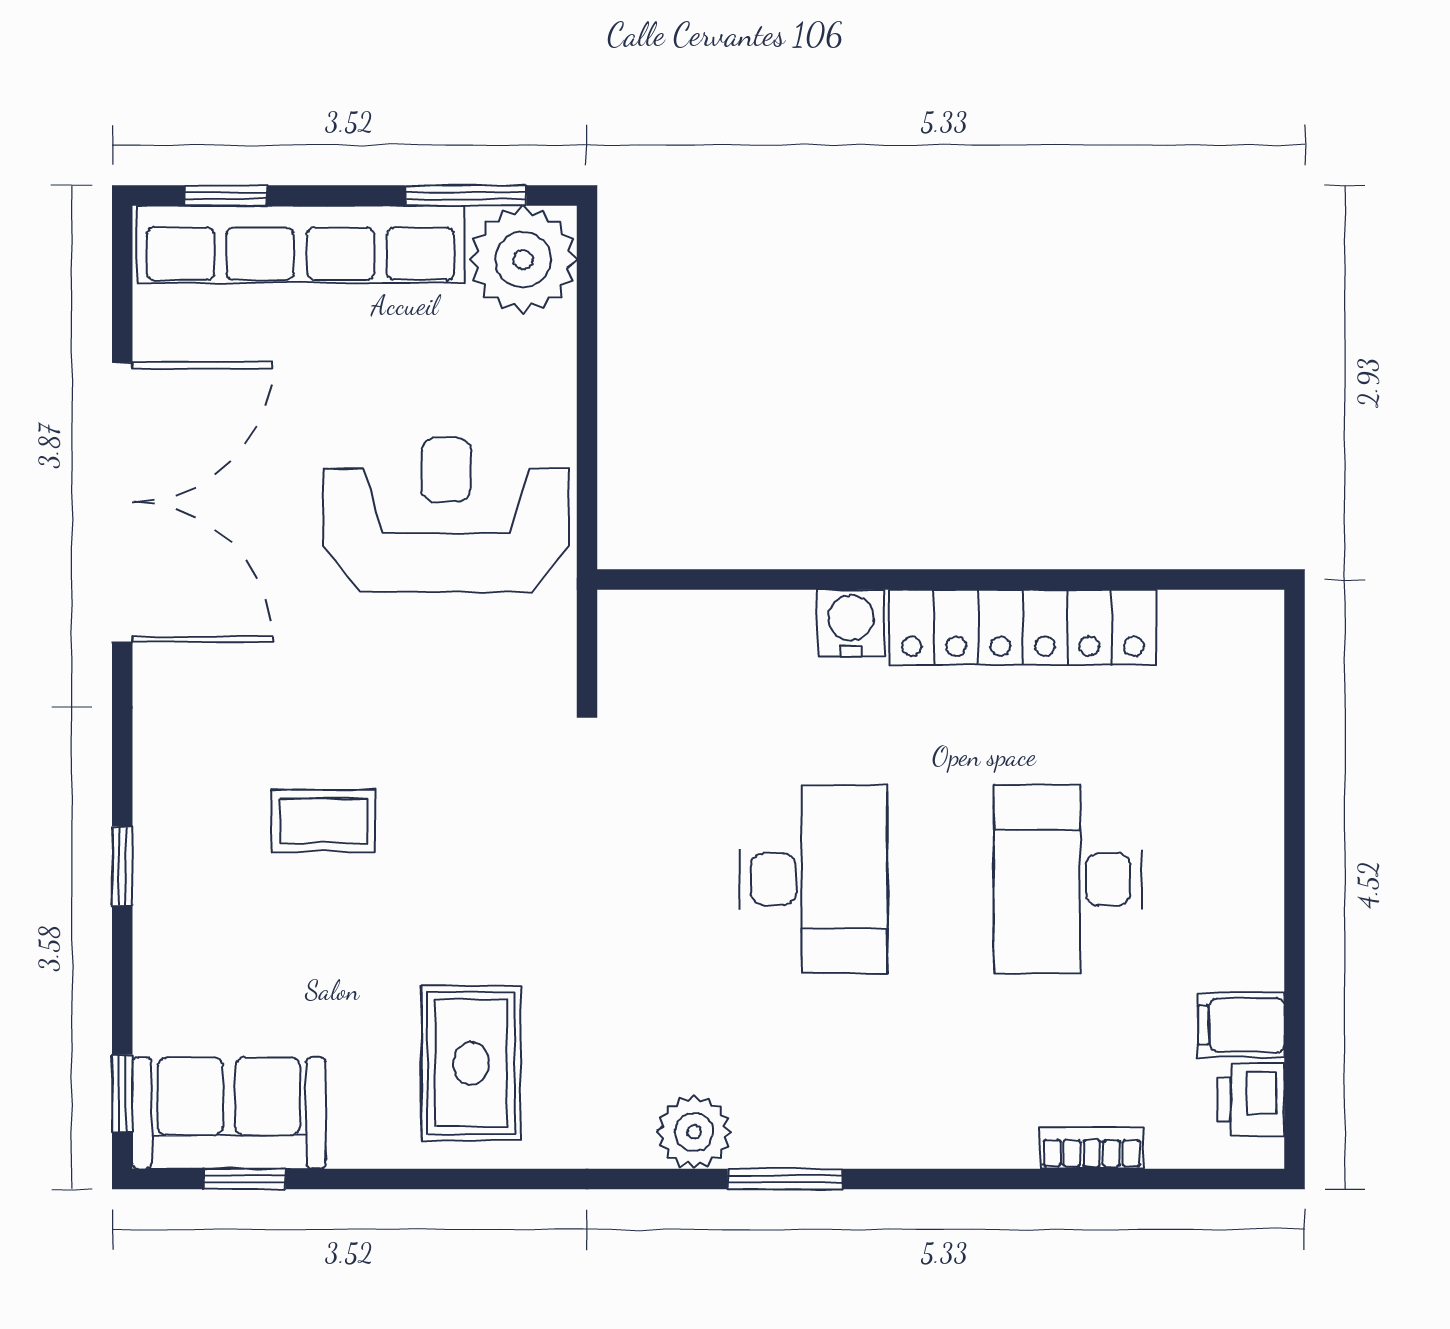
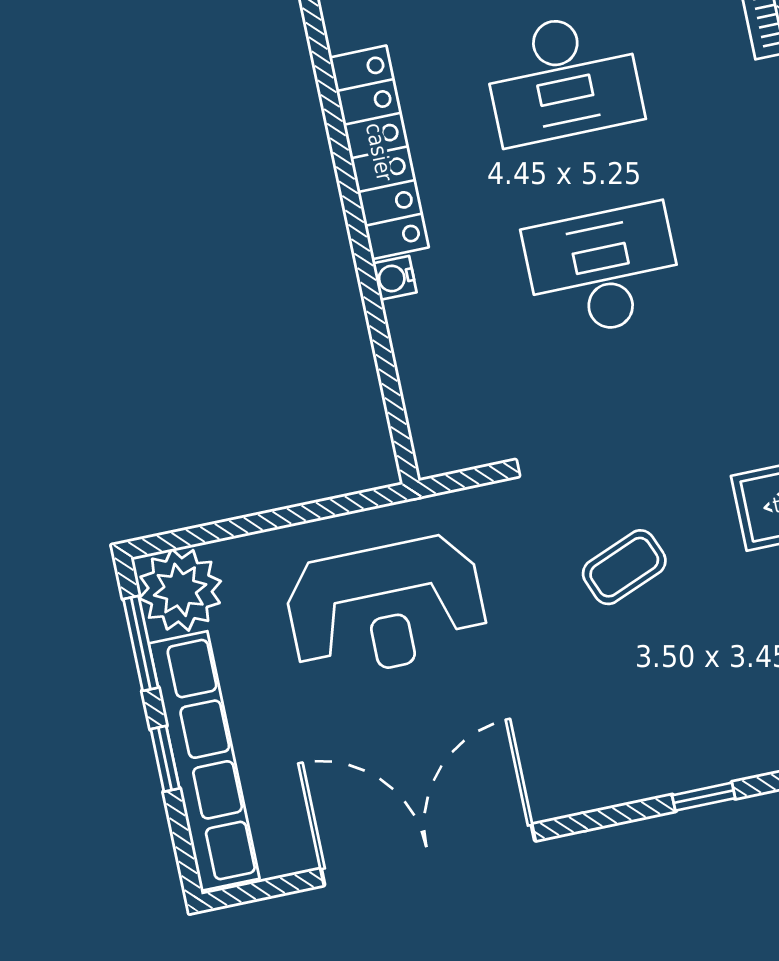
window: (226, 196) -> (165, 759), moved
reception desk: (446, 515) -> (386, 607), turned -90
water cooler: (851, 623) -> (395, 278), width x0.72, depth x0.72
coffee table: (323, 821) -> (624, 567), moved, turned 68

